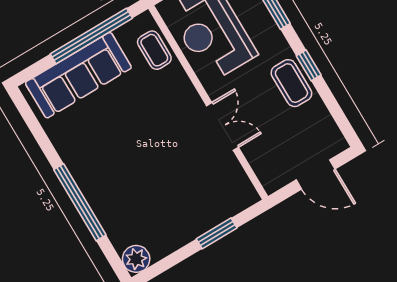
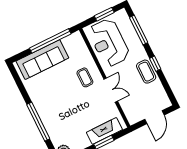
coffee table: (154, 50) -> (85, 77), moved
door: (316, 174) -> (154, 117), hinge flipped
fireplace: (216, 211) -> (104, 131), added

